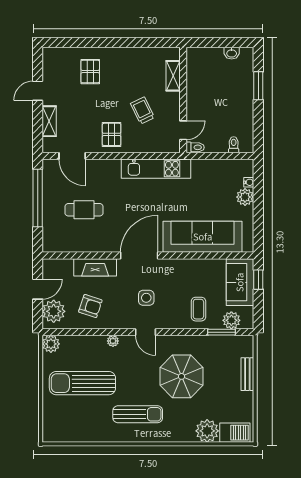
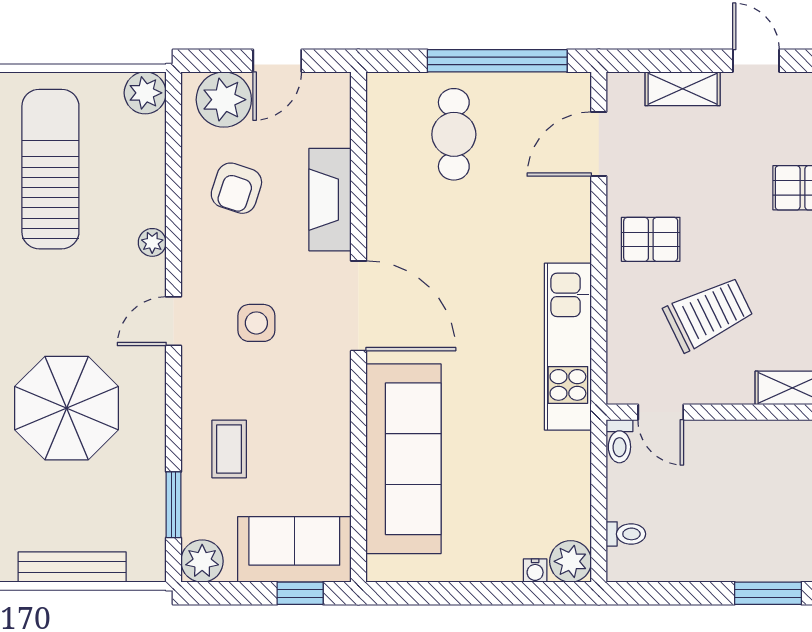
trolley: (142, 111) -> (708, 314), width x1.36, depth x1.39
plant: (245, 197) -> (571, 561), moved
cafe table: (84, 210) -> (454, 134), moved
door: (38, 289) -> (277, 61), hinge flipped
coffee table: (198, 309) -> (229, 449), turned 90
plant: (231, 320) -> (202, 561), moved
bench: (247, 374) -> (72, 567), width x1.36

